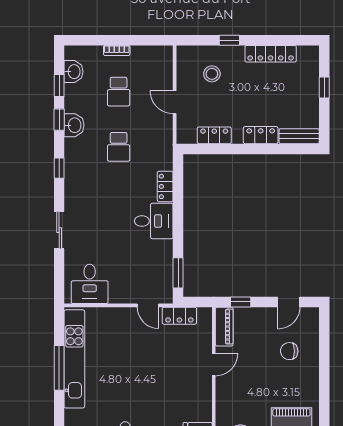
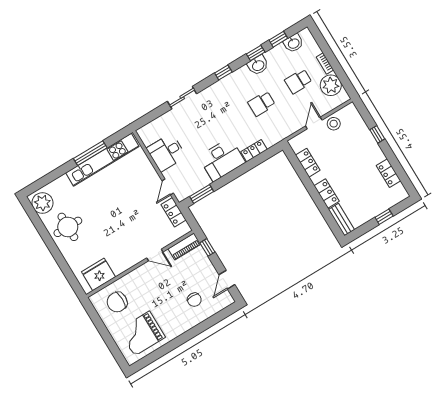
locker: (271, 54) -> (388, 173), width x0.66
plant: (145, 59) -> (331, 85), added
stool: (212, 74) -> (334, 124), moved
desk: (154, 221) -> (222, 160), width x1.37
desk: (90, 284) -> (166, 152), moved
door: (289, 302) -> (227, 280), hinge flipped
chair: (289, 351) -> (194, 300), turned 180

